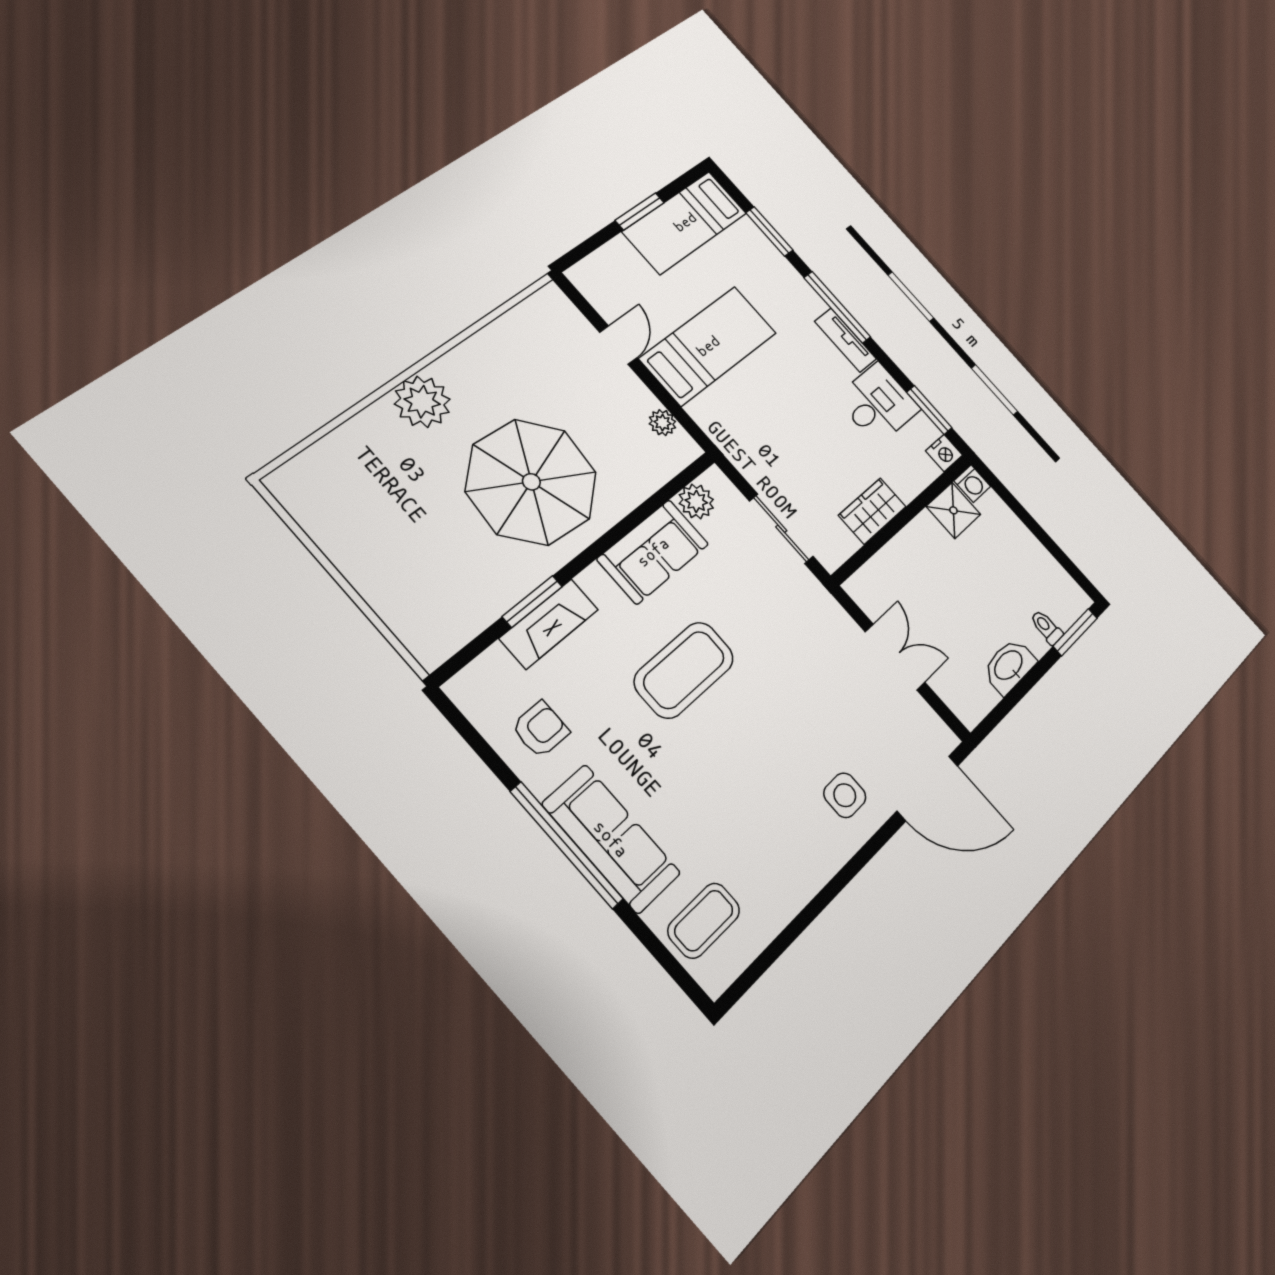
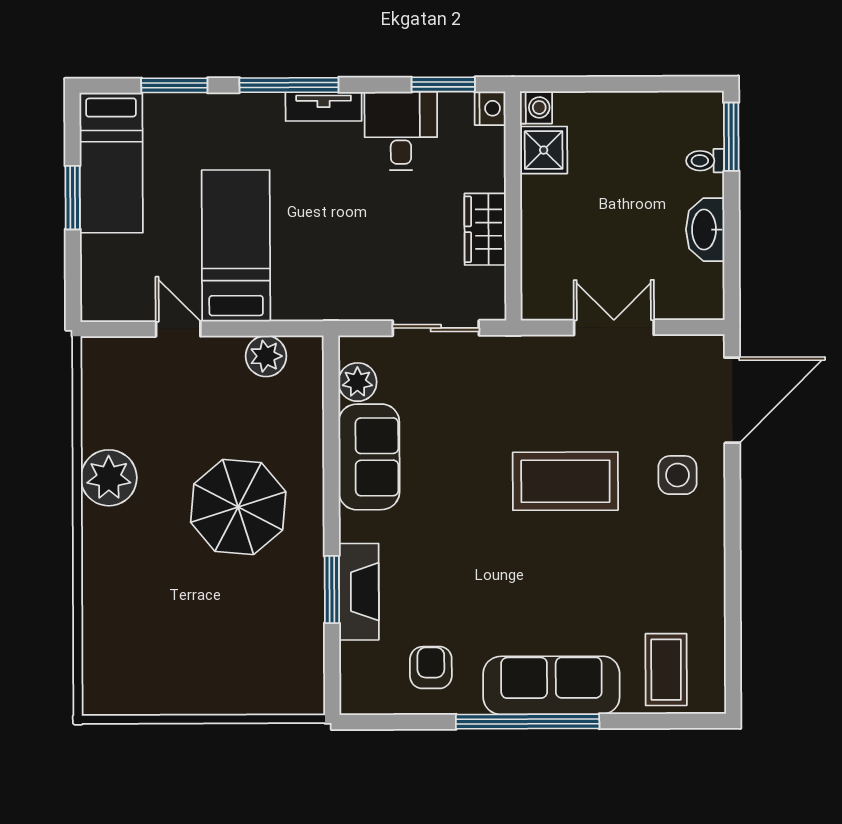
plant: (422, 402) -> (109, 478), moved
plant: (663, 423) -> (266, 356), width x1.38, depth x1.38
parasol: (531, 482) -> (238, 507), width x0.73, depth x0.73
coffee table: (684, 670) -> (565, 481), moved, turned 90

